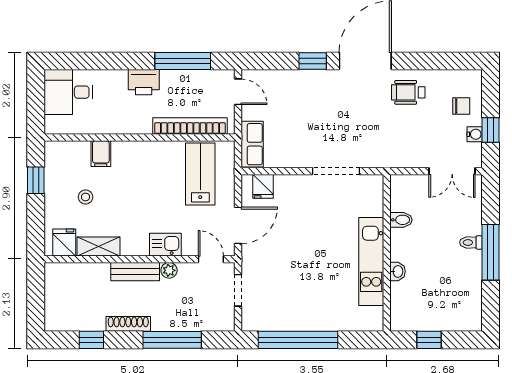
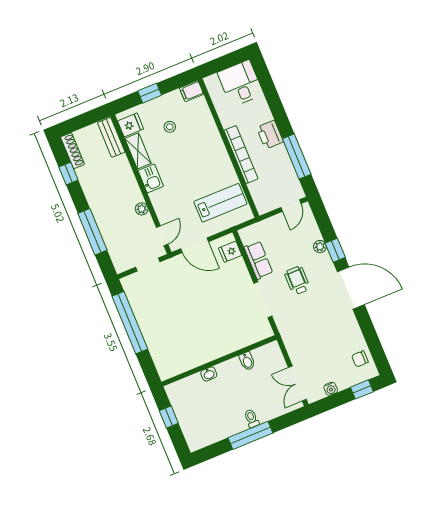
plant: (301, 77) -> (320, 247), added
wheelchair: (408, 92) -> (297, 280), moved
chair: (461, 106) -> (360, 359), moved, turned 90
bookcase: (190, 126) -> (241, 155), moved
window: (491, 130) -> (362, 389), moved
row of seats: (252, 144) -> (258, 260), moved, turned -90
filing cabinet: (101, 154) -> (192, 91), moved
window: (36, 180) -> (150, 93), moved
kitchen sink: (165, 245) -> (151, 178), moved
kitchen unit: (371, 261) -> (208, 352), removed
bench: (135, 272) -> (111, 137), moved
shoe rack: (128, 324) -> (72, 151), moved

